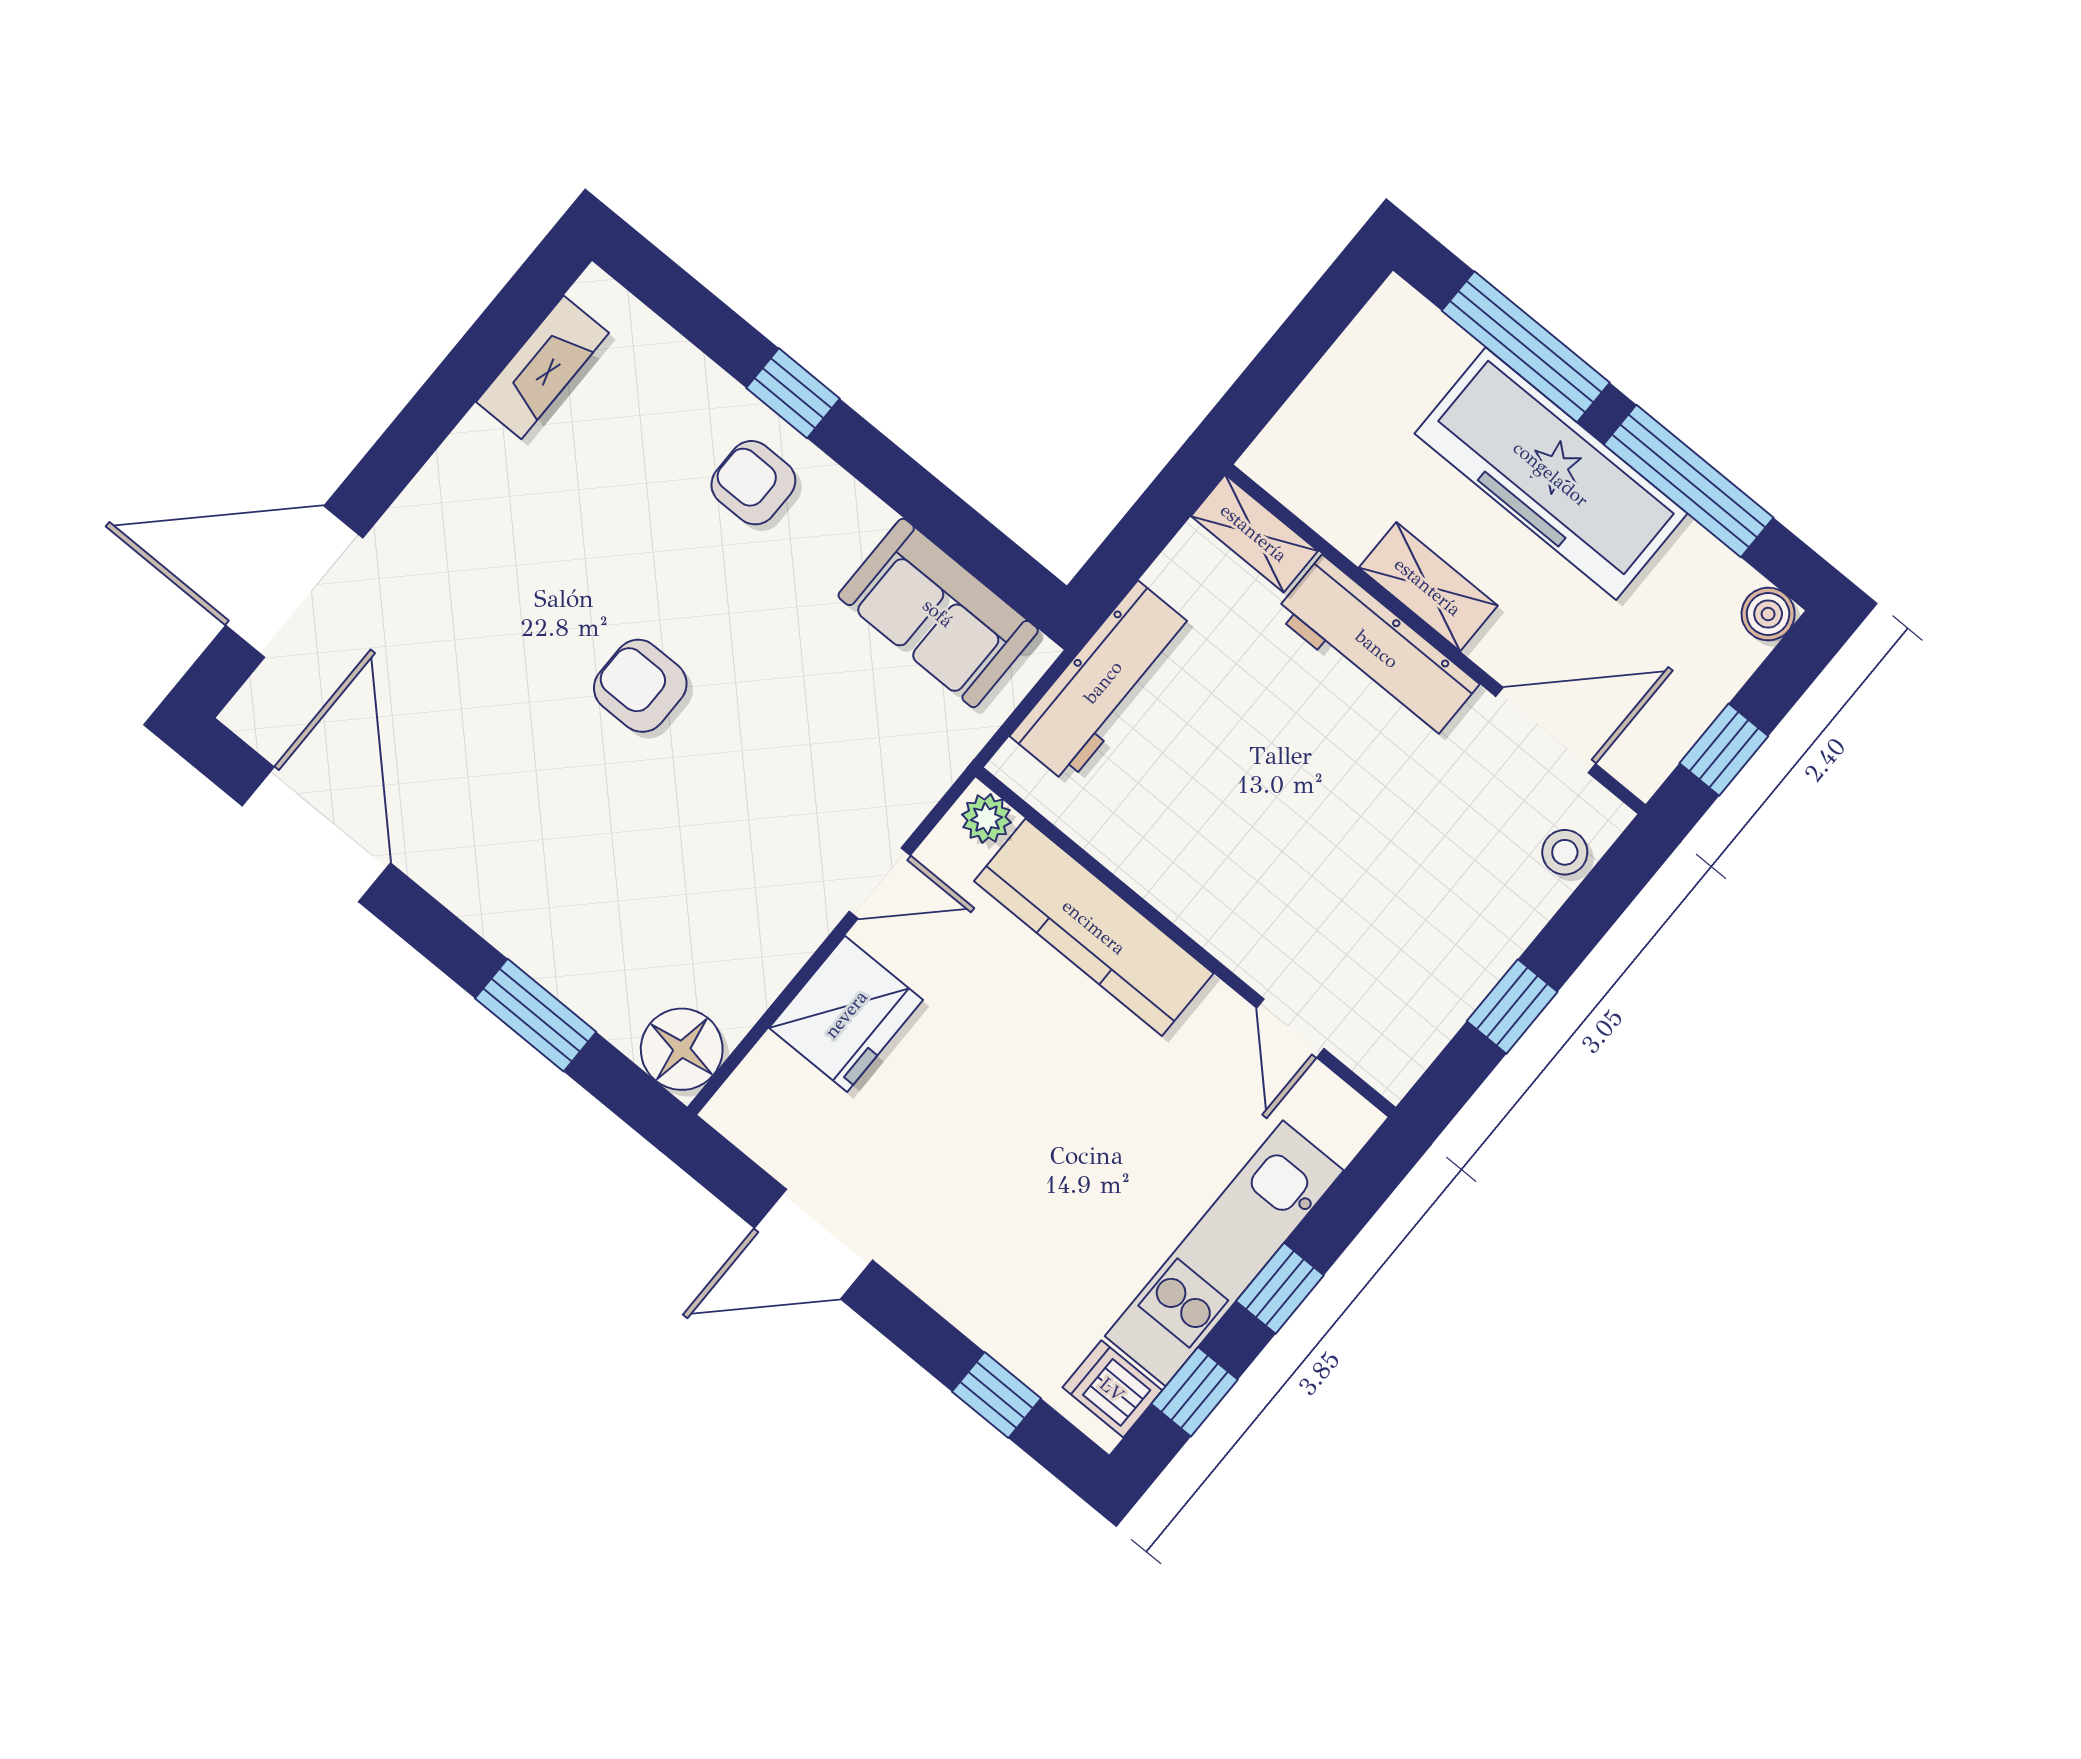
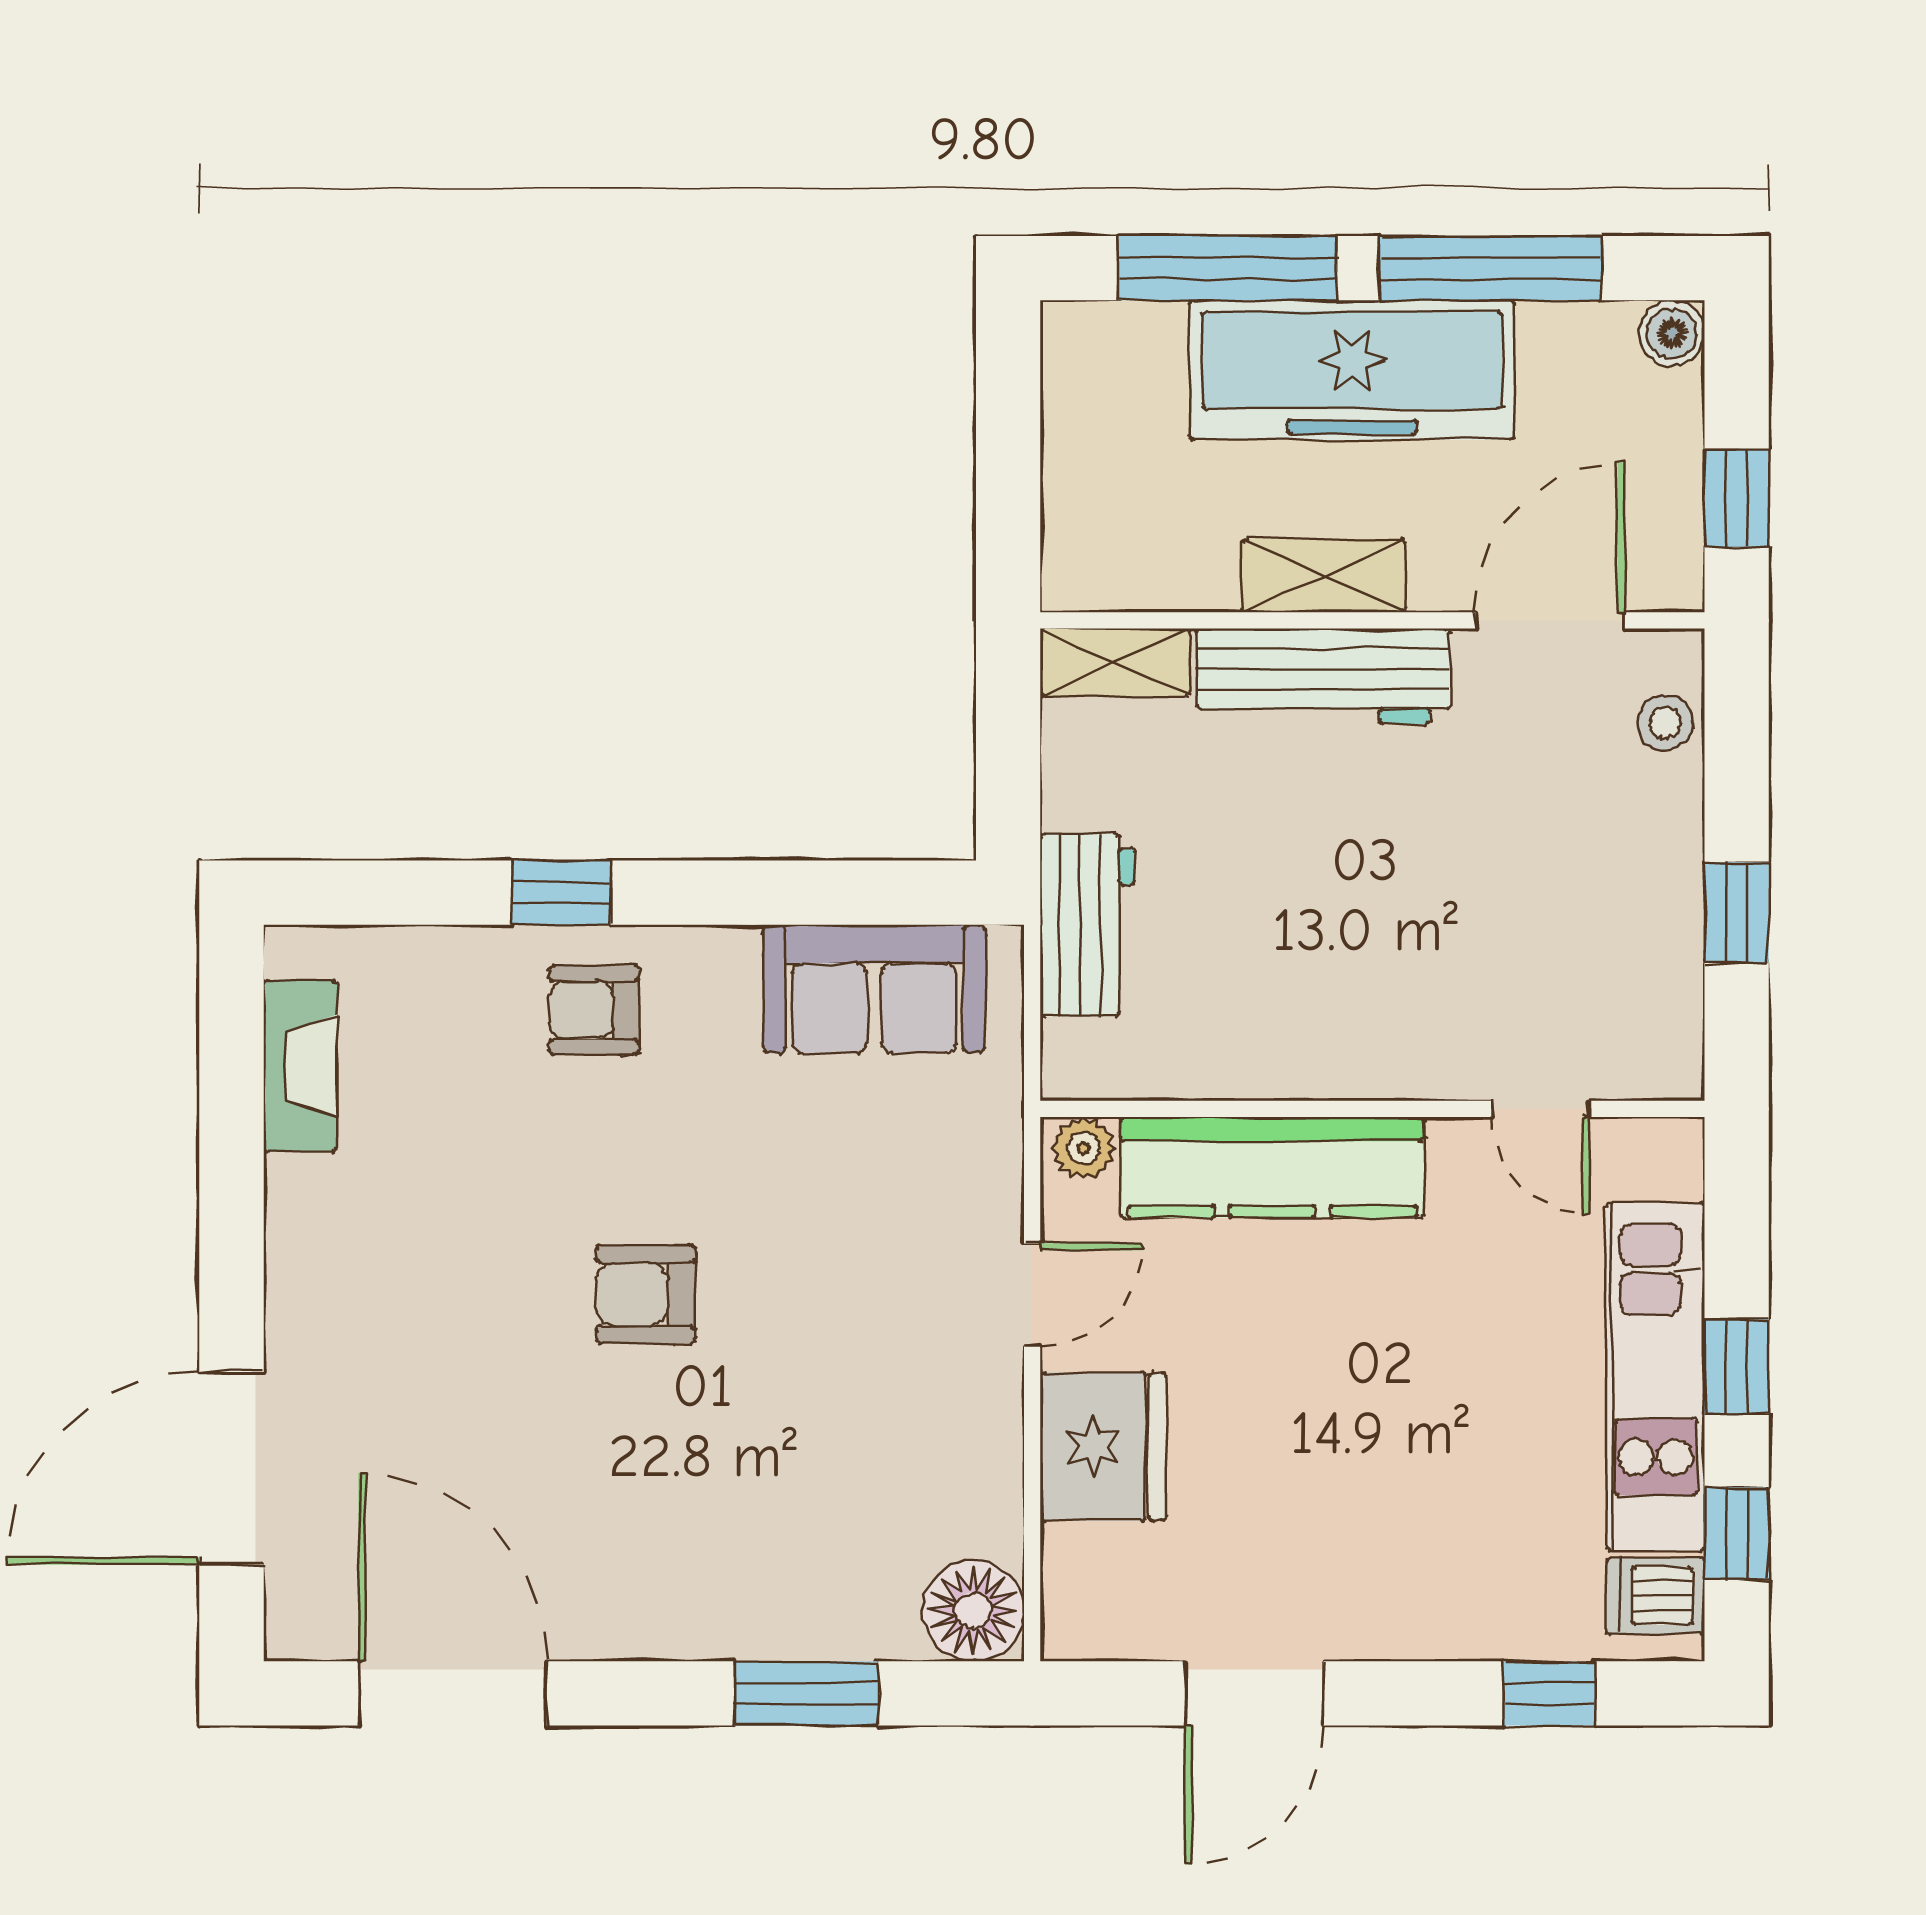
workbench: (1103, 682) -> (1087, 925), width x0.73

